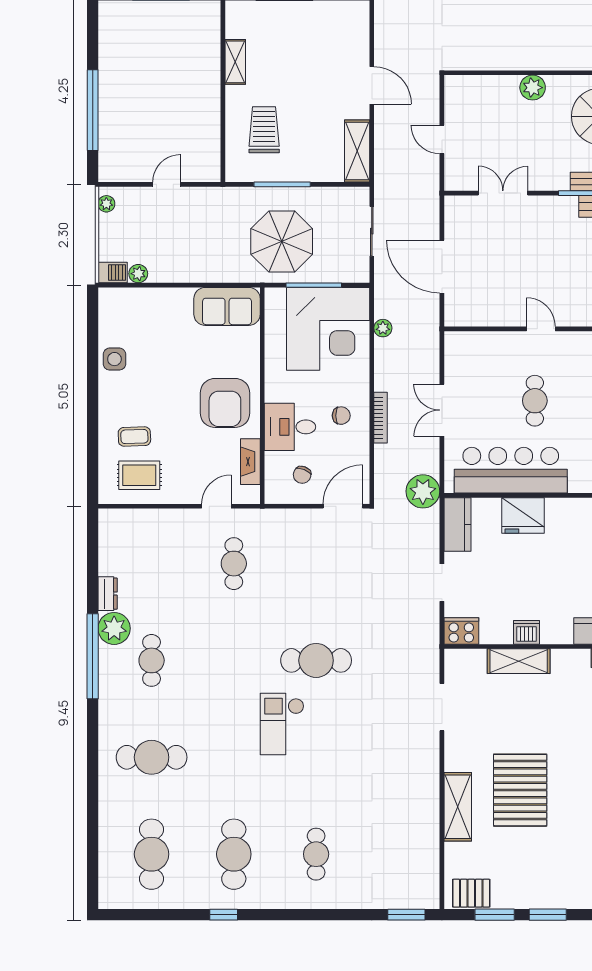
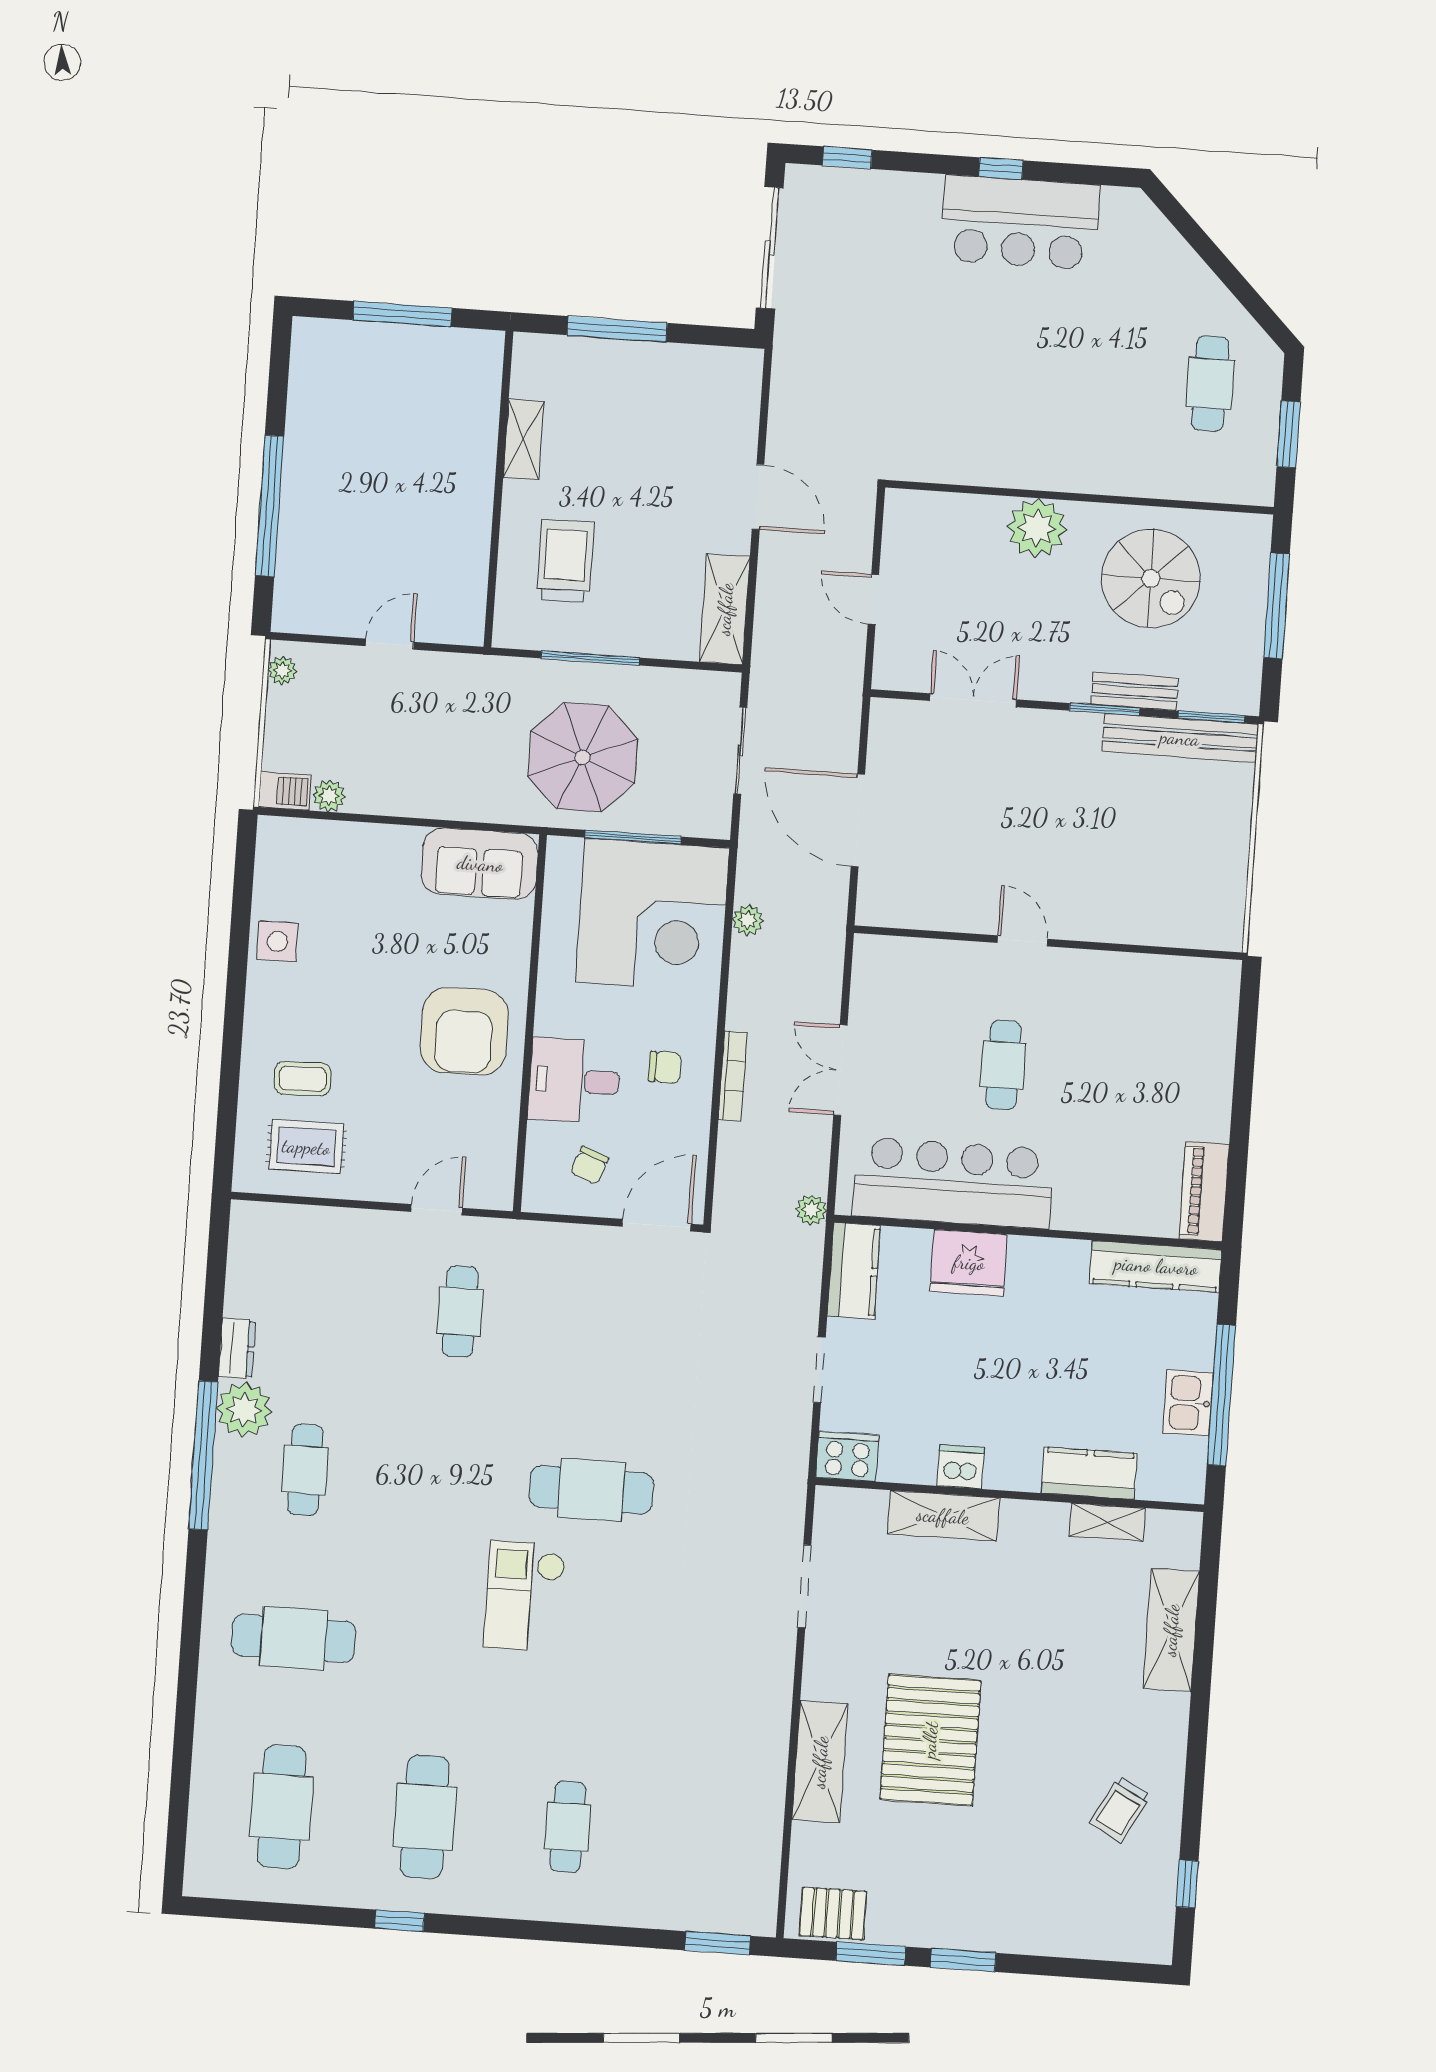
plant: (533, 88) -> (1037, 528), width x1.36, depth x1.36
fireplace: (250, 462) -> (501, 1136), removed
plant: (423, 491) -> (811, 1210), width x0.53, depth x0.53

